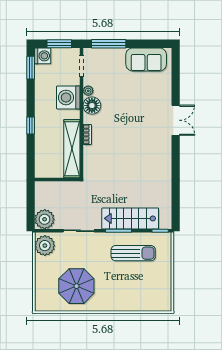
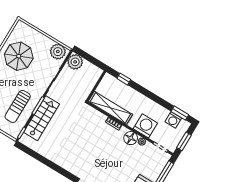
washing machine: (43, 56) -> (173, 120), moved
window: (31, 126) -> (124, 79), moved

